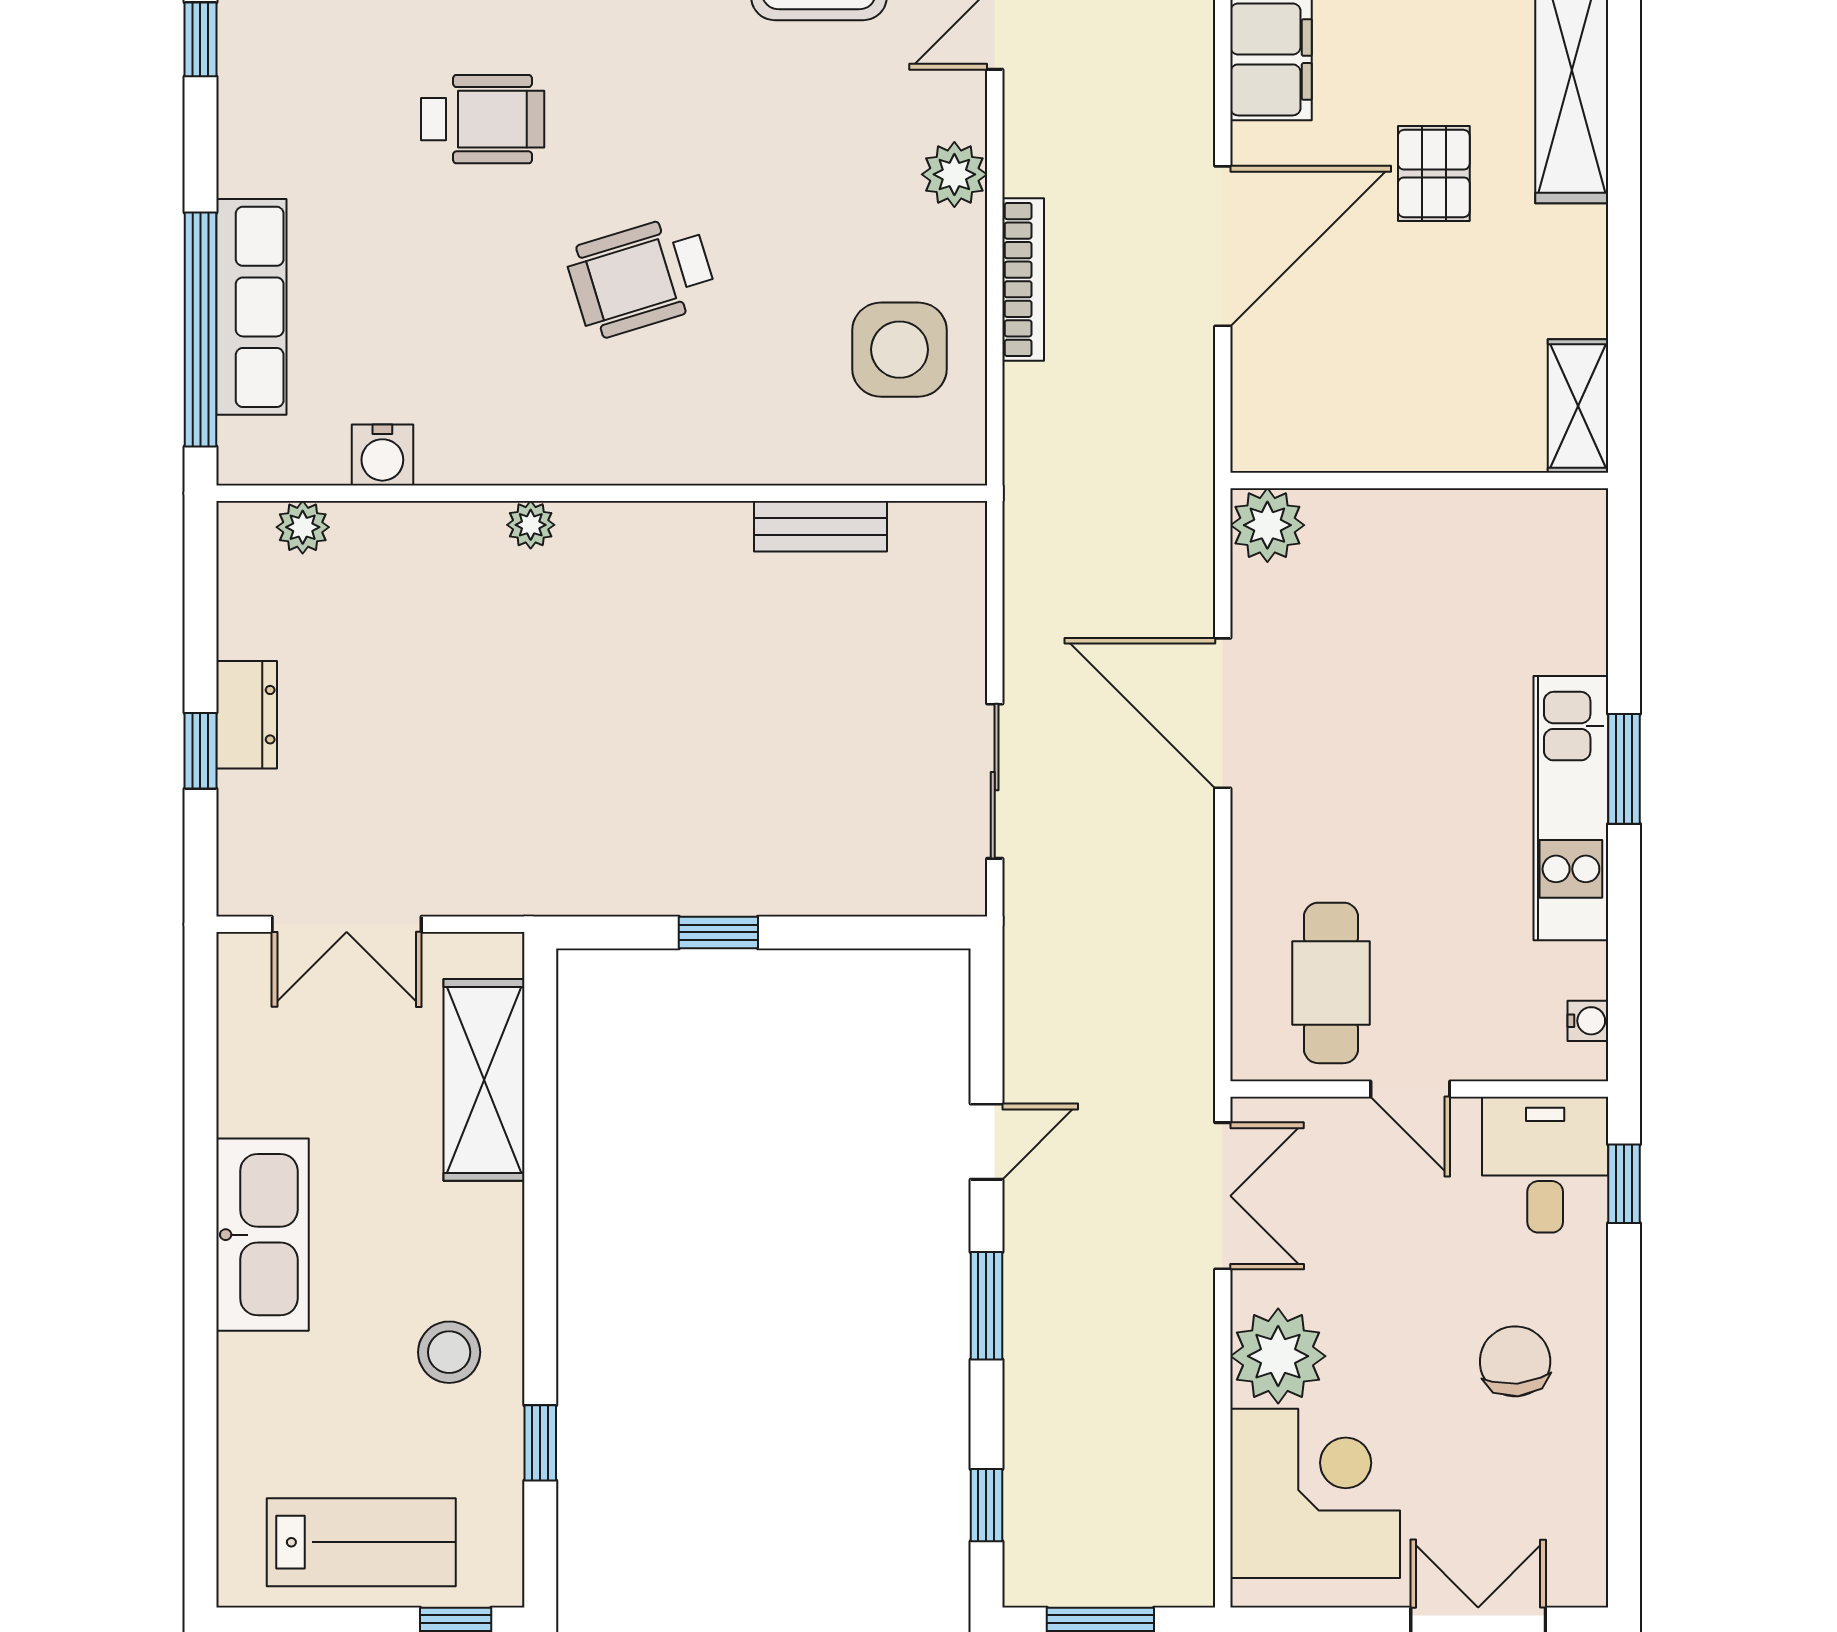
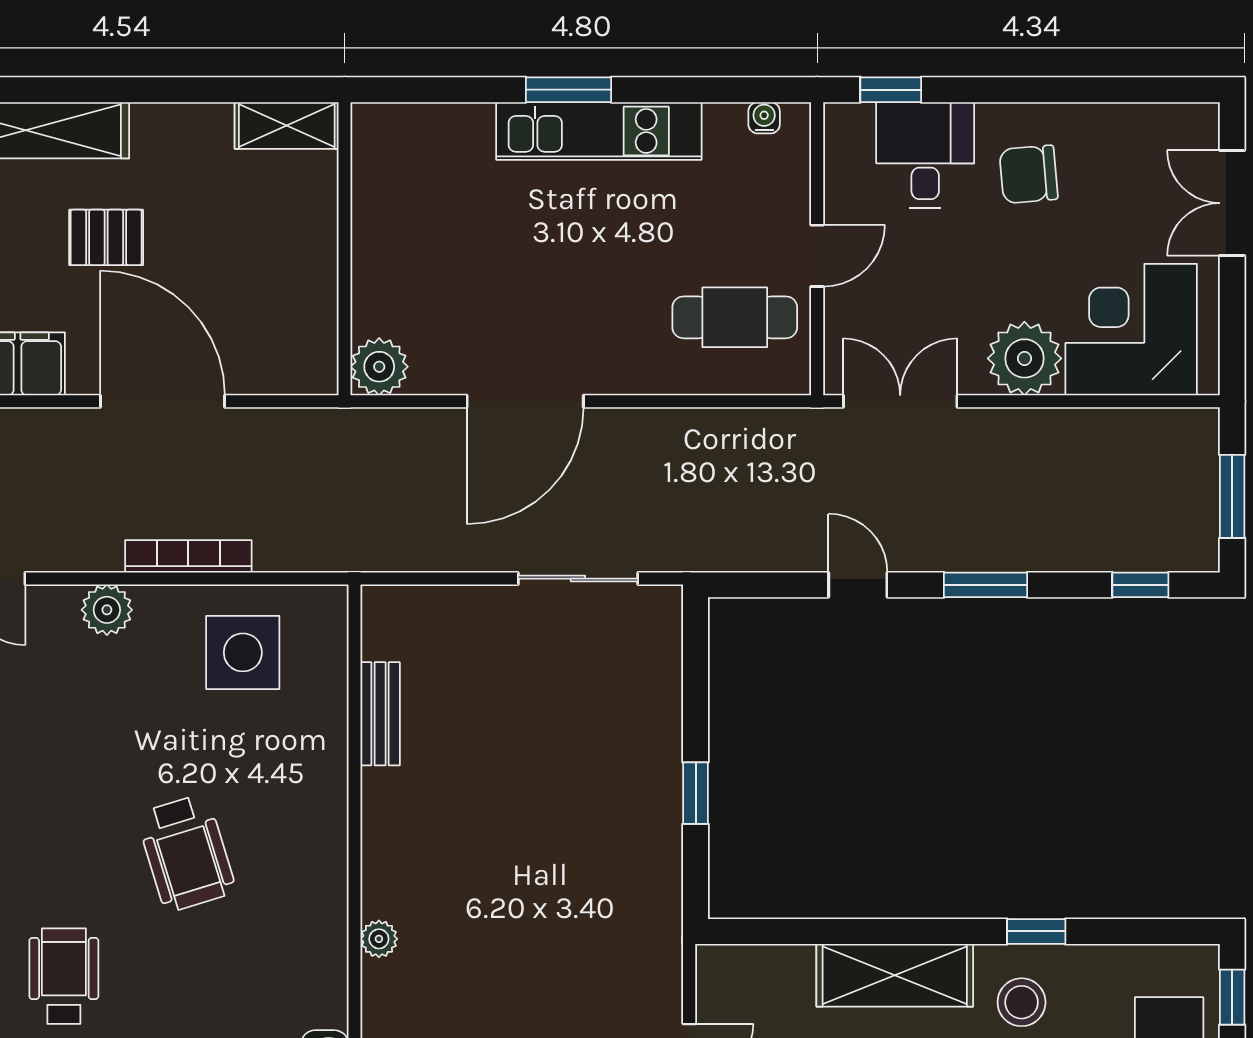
shelving: (484, 1080) -> (895, 975), moved
desk: (1545, 1165) -> (925, 155), moved, turned 90
window: (540, 1443) -> (1036, 931), moved

